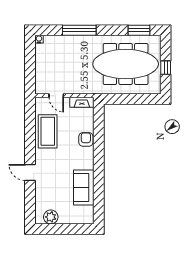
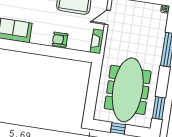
armchair: (86, 139) -> (60, 40), turned 180

